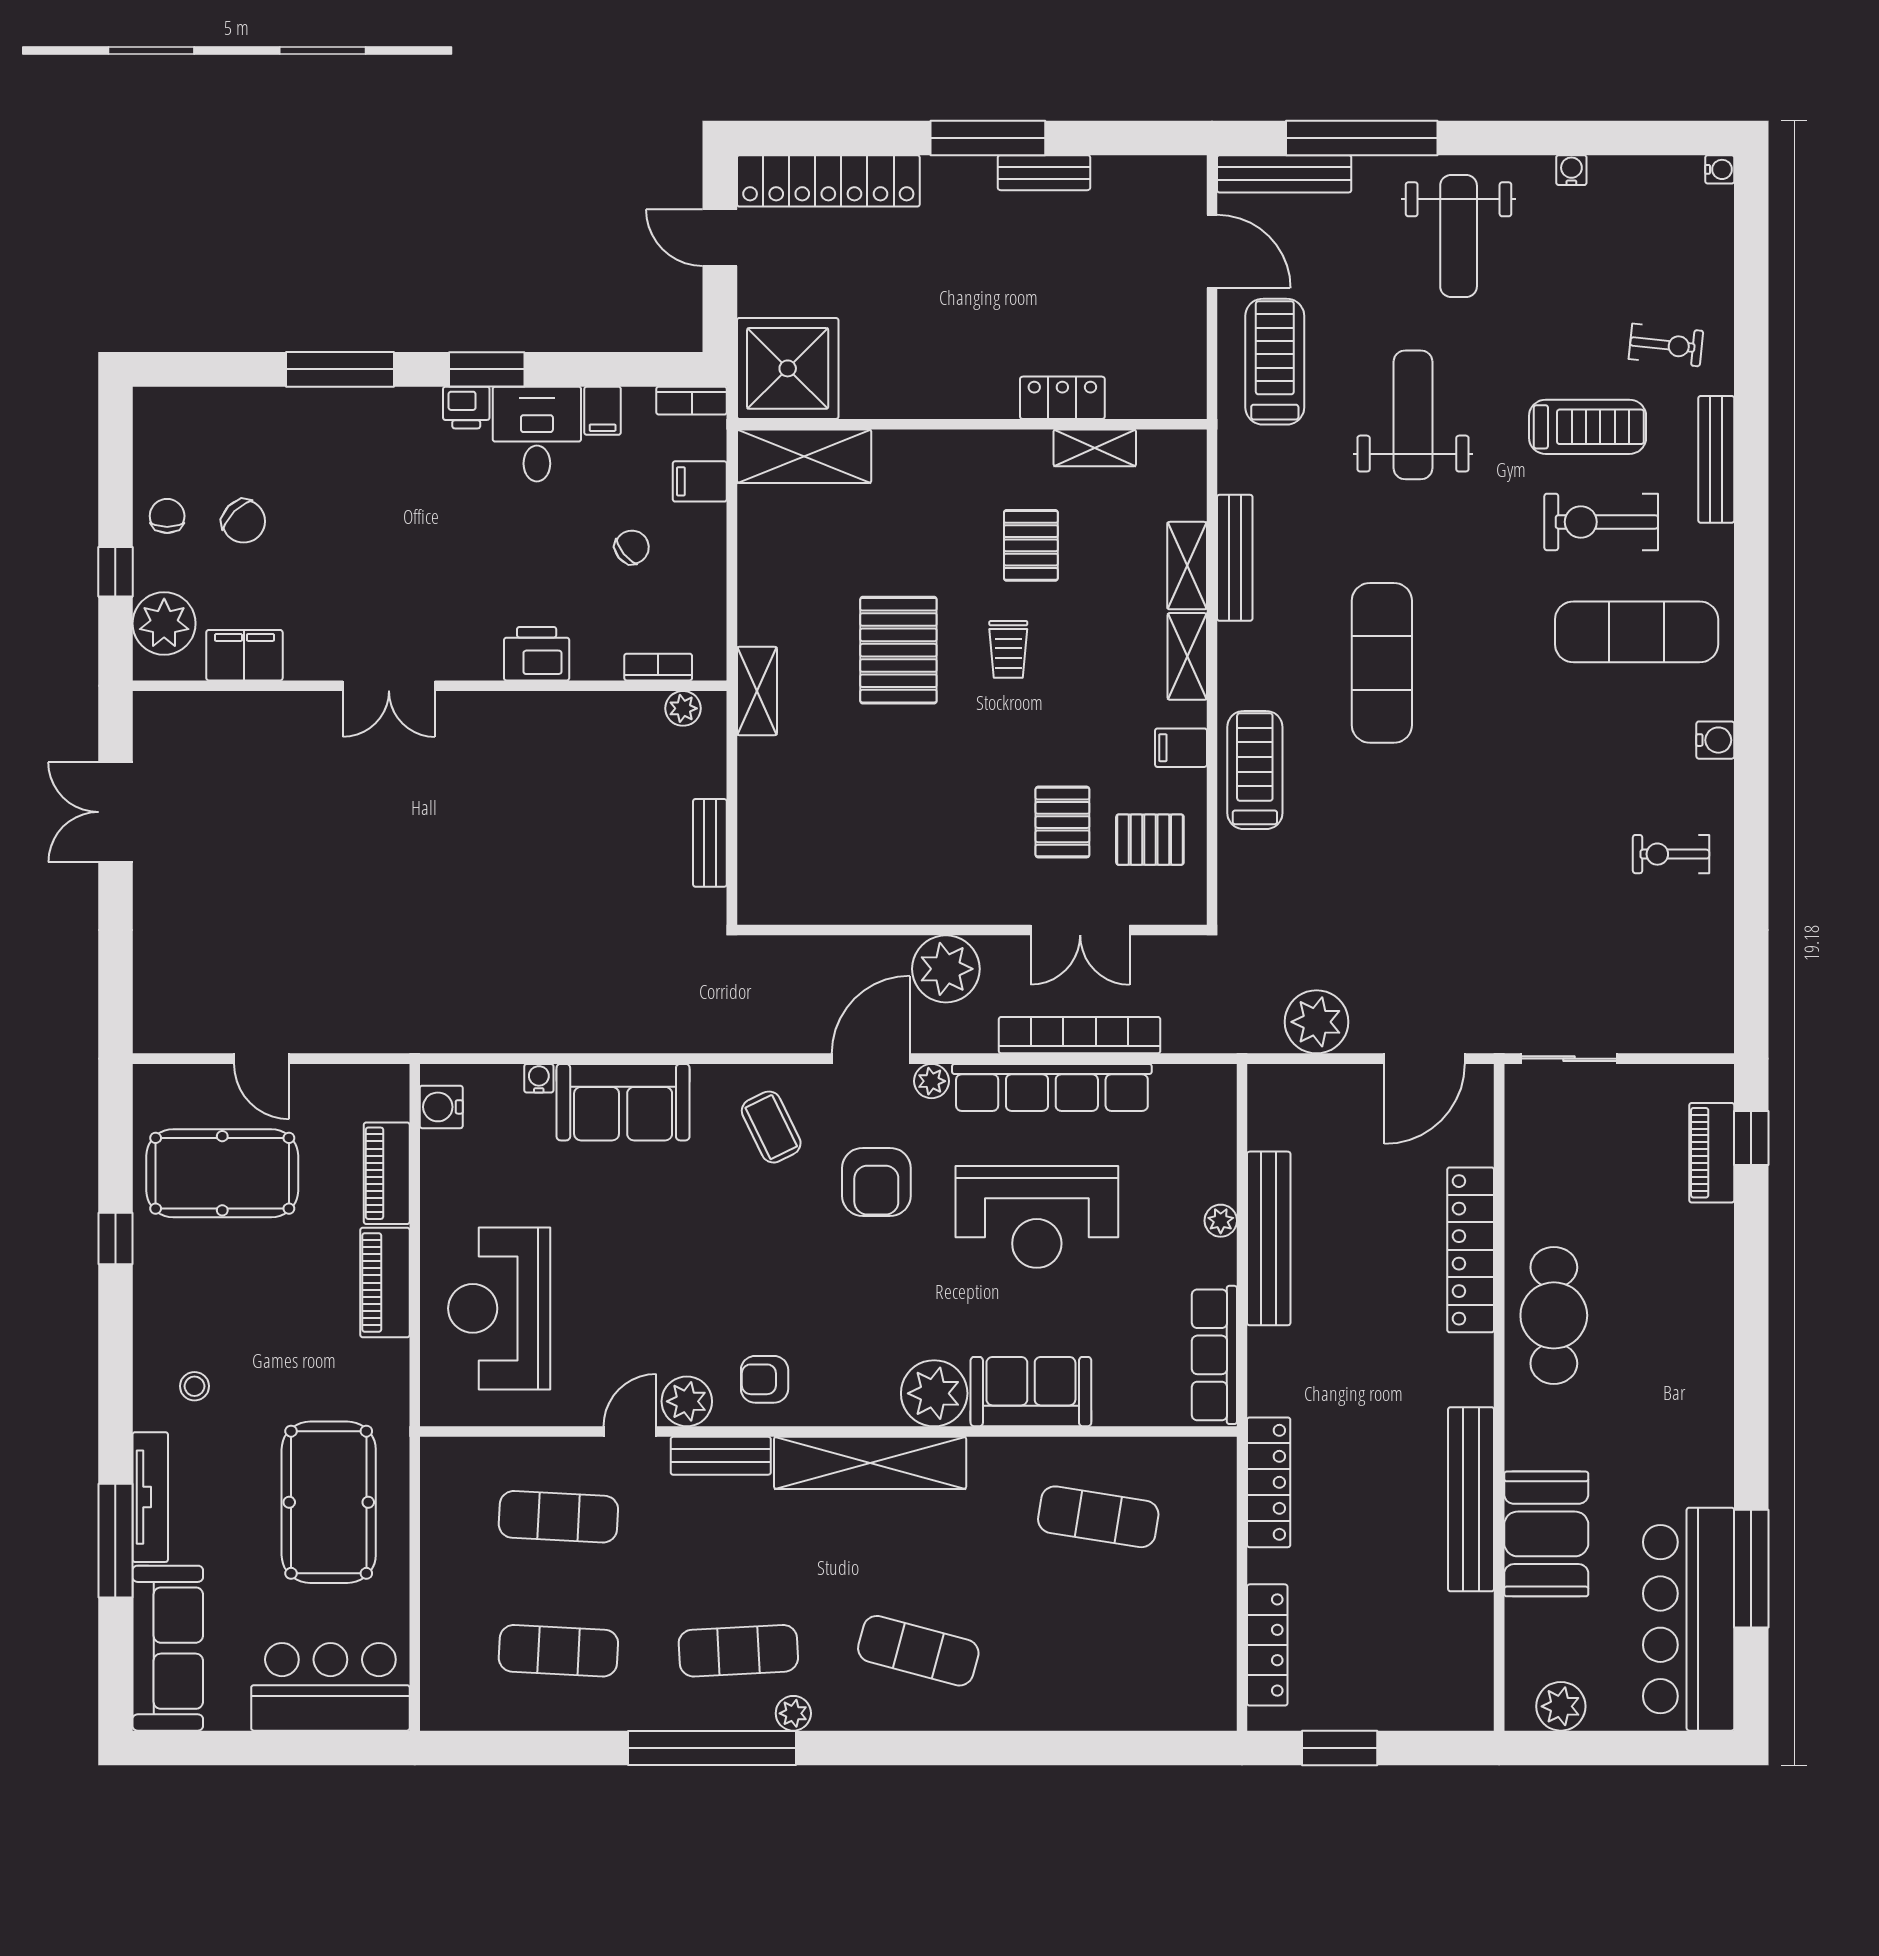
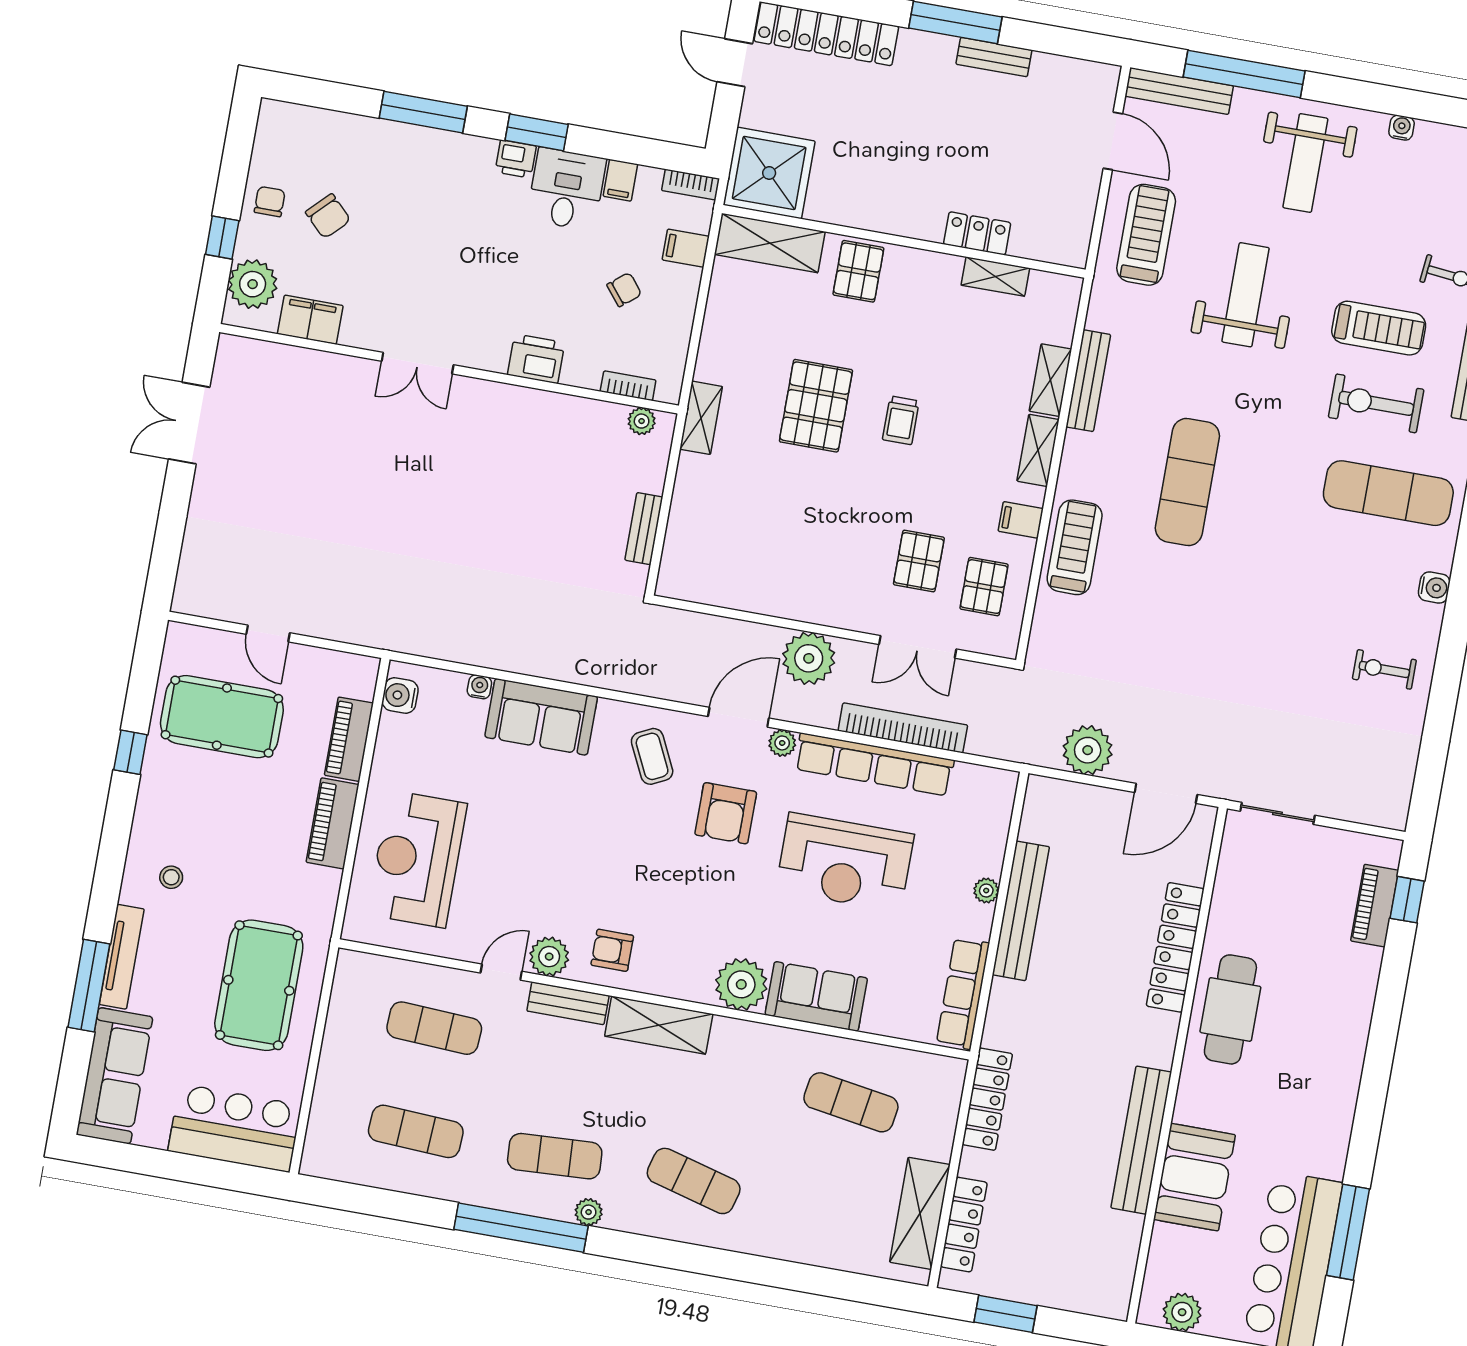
pallet: (1031, 545) -> (858, 271), moved
pallet: (1150, 840) -> (984, 587), turned 90
shelving: (870, 1463) -> (659, 1025), width x0.68
shelving: (1210, 1641) -> (920, 1213), added

